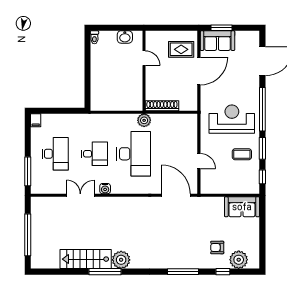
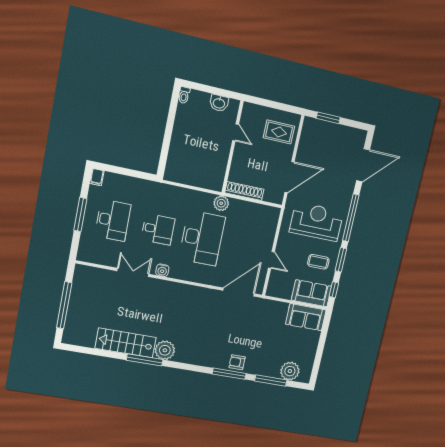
sofa: (217, 41) -> (311, 293), moved, turned 180
door: (199, 71) -> (289, 177), moved
window: (28, 171) -> (80, 215), moved
door: (176, 195) -> (239, 292), hinge flipped
armchair: (217, 247) -> (237, 362), moved
window: (223, 272) -> (271, 381), width x2.17

